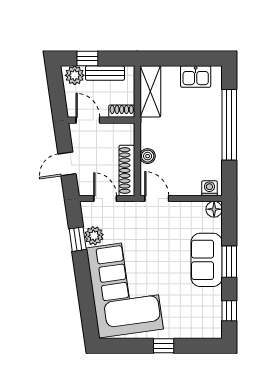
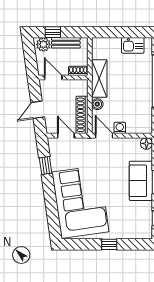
shelving: (150, 91) -> (99, 79), moved
washing machine: (209, 188) -> (120, 128), moved
plant: (94, 236) -> (58, 163), removed

